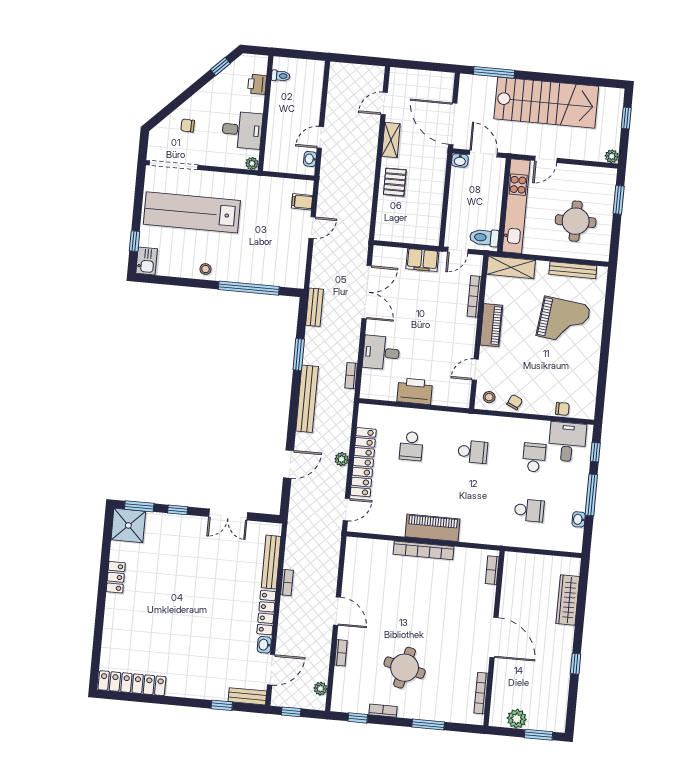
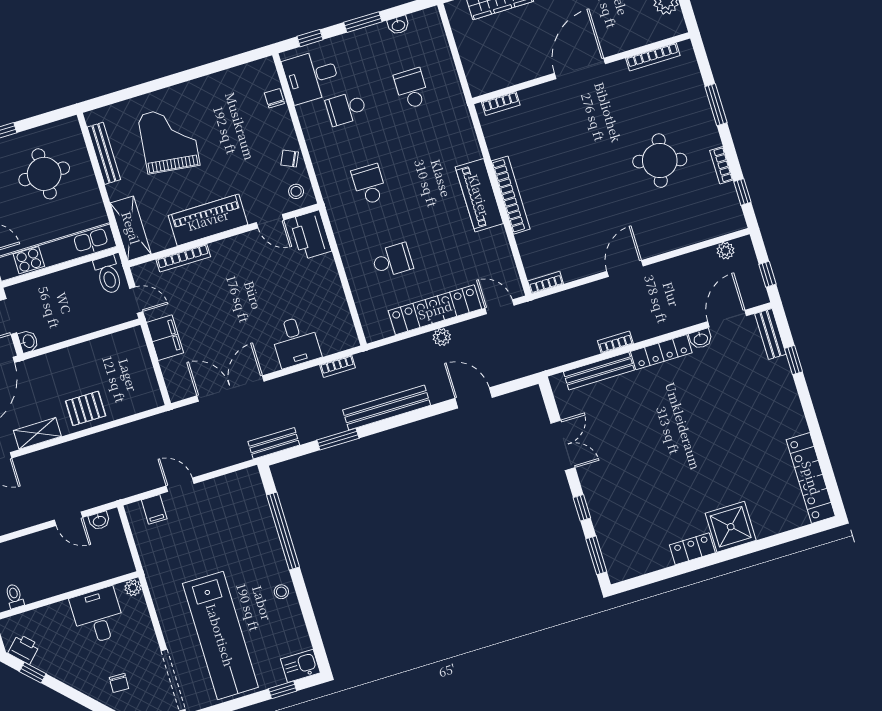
printer: (257, 84) -> (24, 649), moved, turned -135
piano: (491, 325) -> (208, 220), width x1.37, depth x1.33
printer: (415, 391) -> (311, 235), moved
window: (591, 495) -> (363, 22), width x0.69
shower: (128, 525) -> (731, 527), moved
bookcase: (341, 653) -> (546, 282), moved
door: (271, 670) -> (727, 319), hinge flipped

